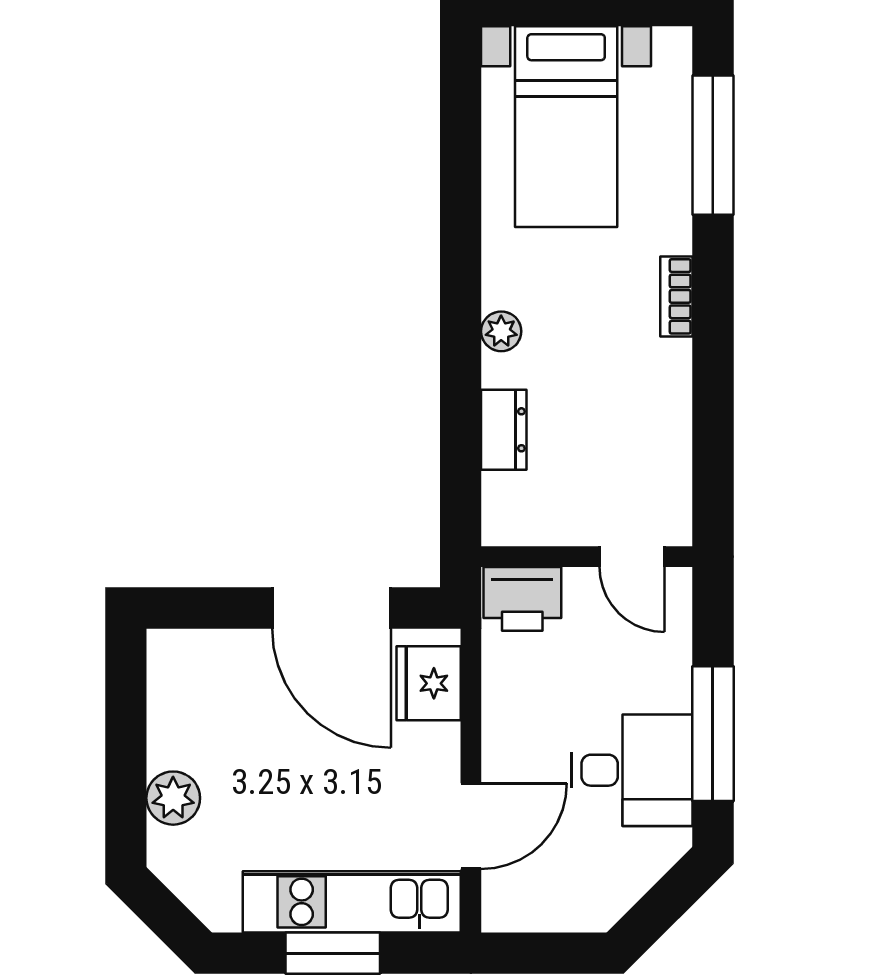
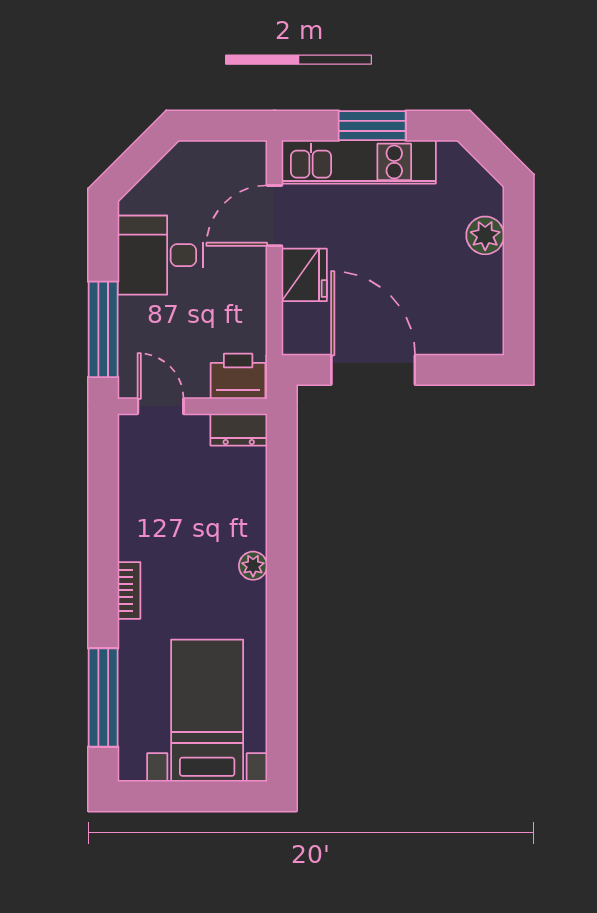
dresser: (504, 430) -> (239, 430), moved, turned -90
fridge: (429, 683) -> (304, 275), moved
window: (713, 734) -> (103, 329), moved

